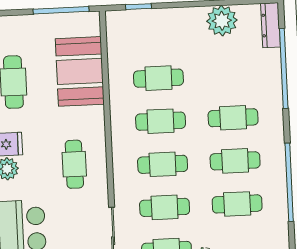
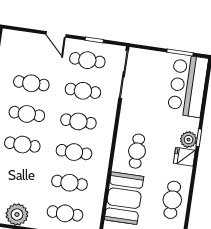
cafe table: (156, 35) -> (65, 213), added
cafe table: (74, 164) -> (137, 151), moved

